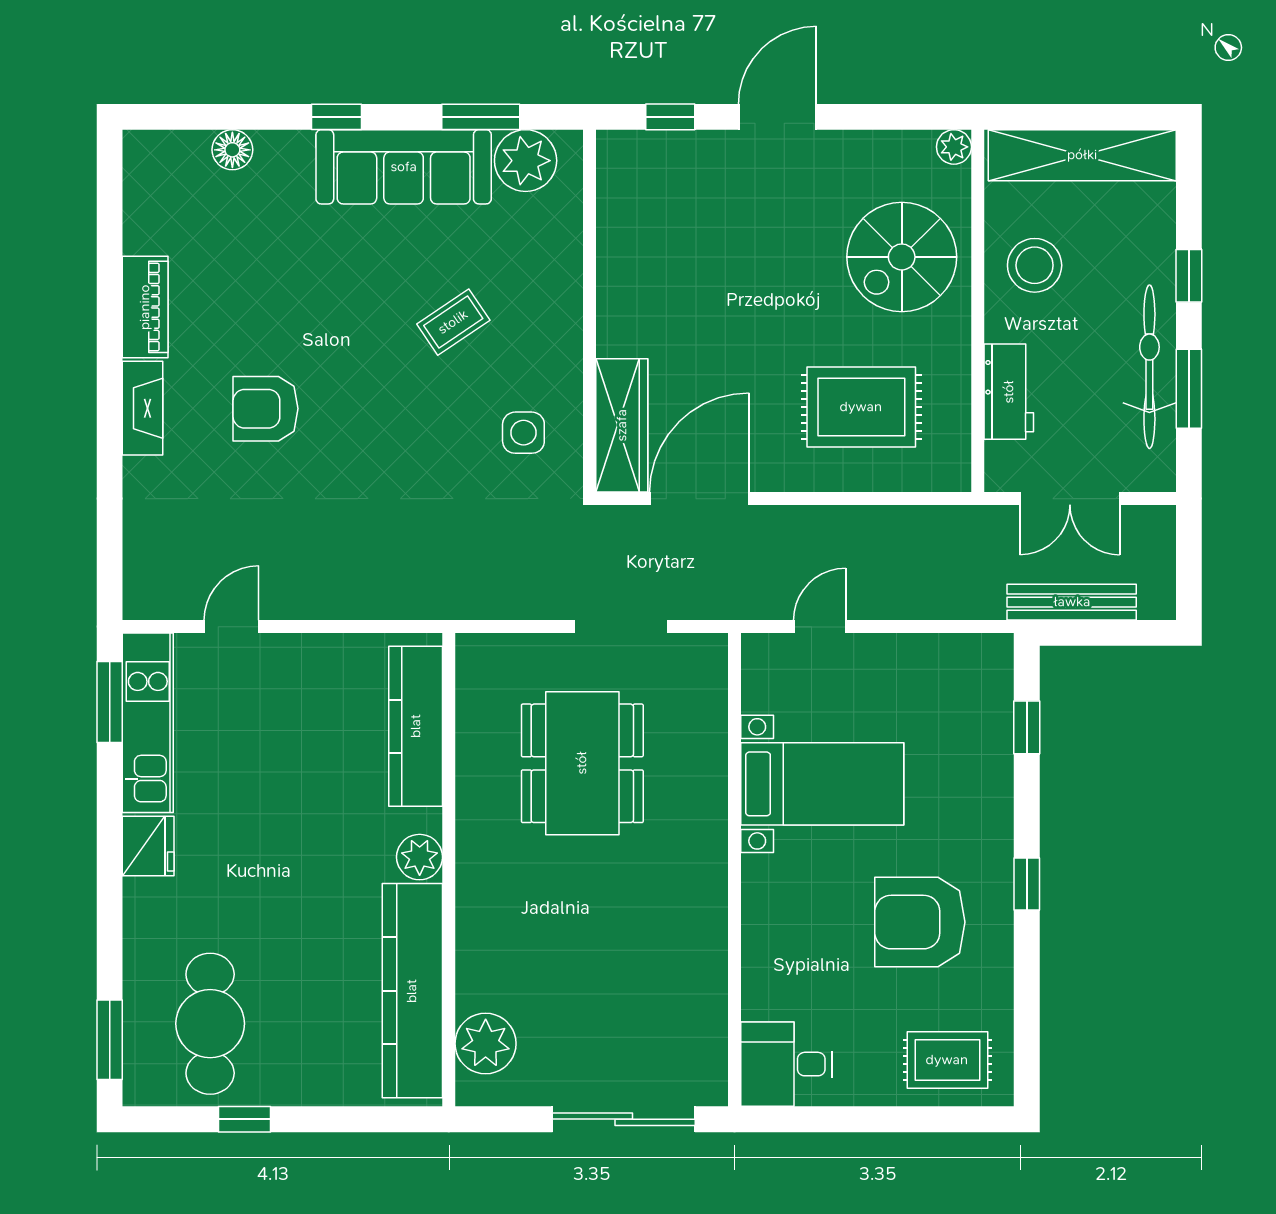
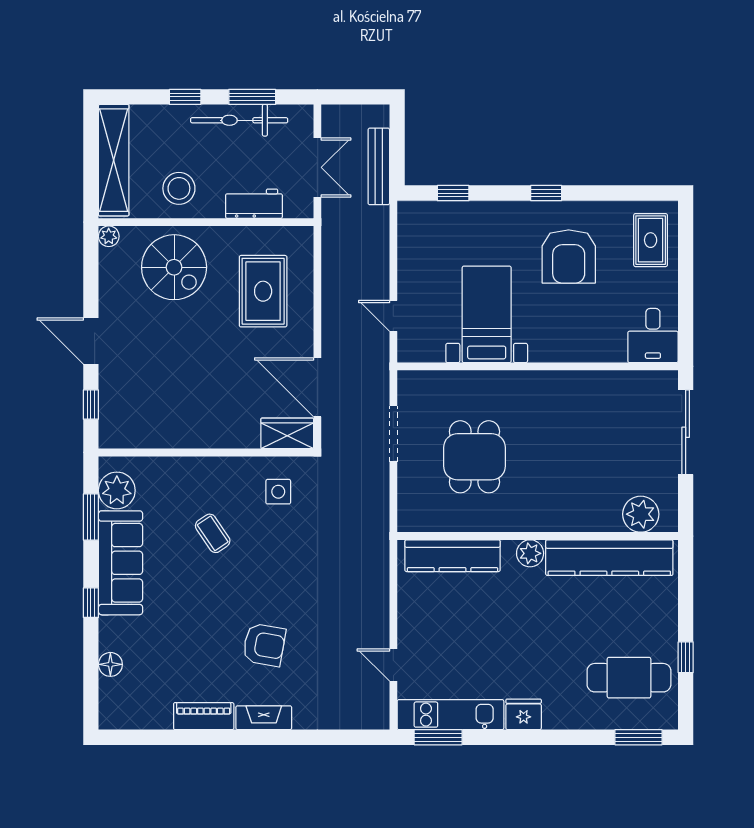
armchair: (265, 409) -> (264, 645), turned -80
wardrobe: (622, 425) -> (287, 433), width x0.67
dining table: (582, 763) -> (474, 457), width x0.73

